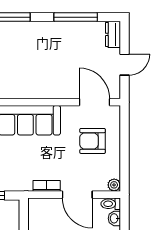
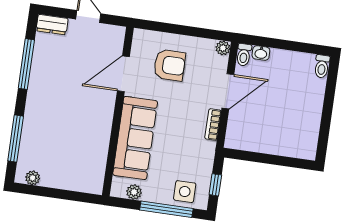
door: (94, 102) -> (123, 74), moved
armchair: (93, 141) -> (170, 65), turned -90

